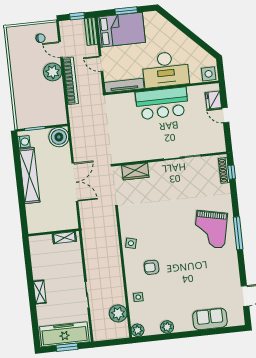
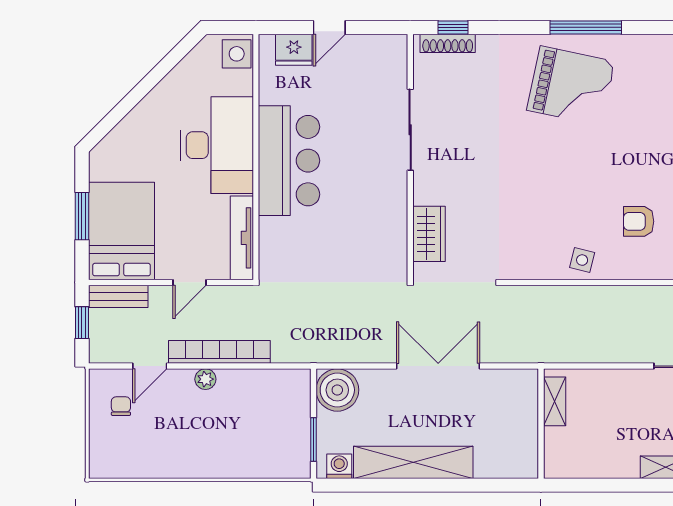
plant: (53, 72) -> (205, 379), width x0.53, depth x0.53
armchair: (152, 267) -> (639, 221), turned 90

